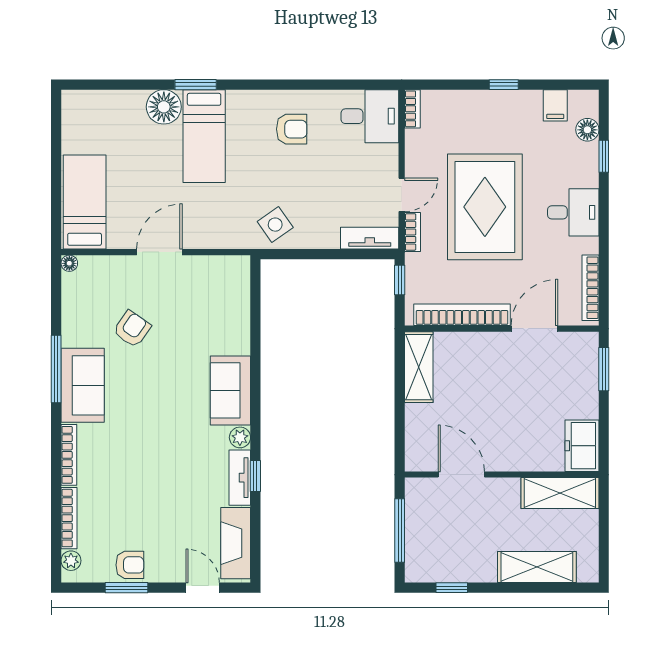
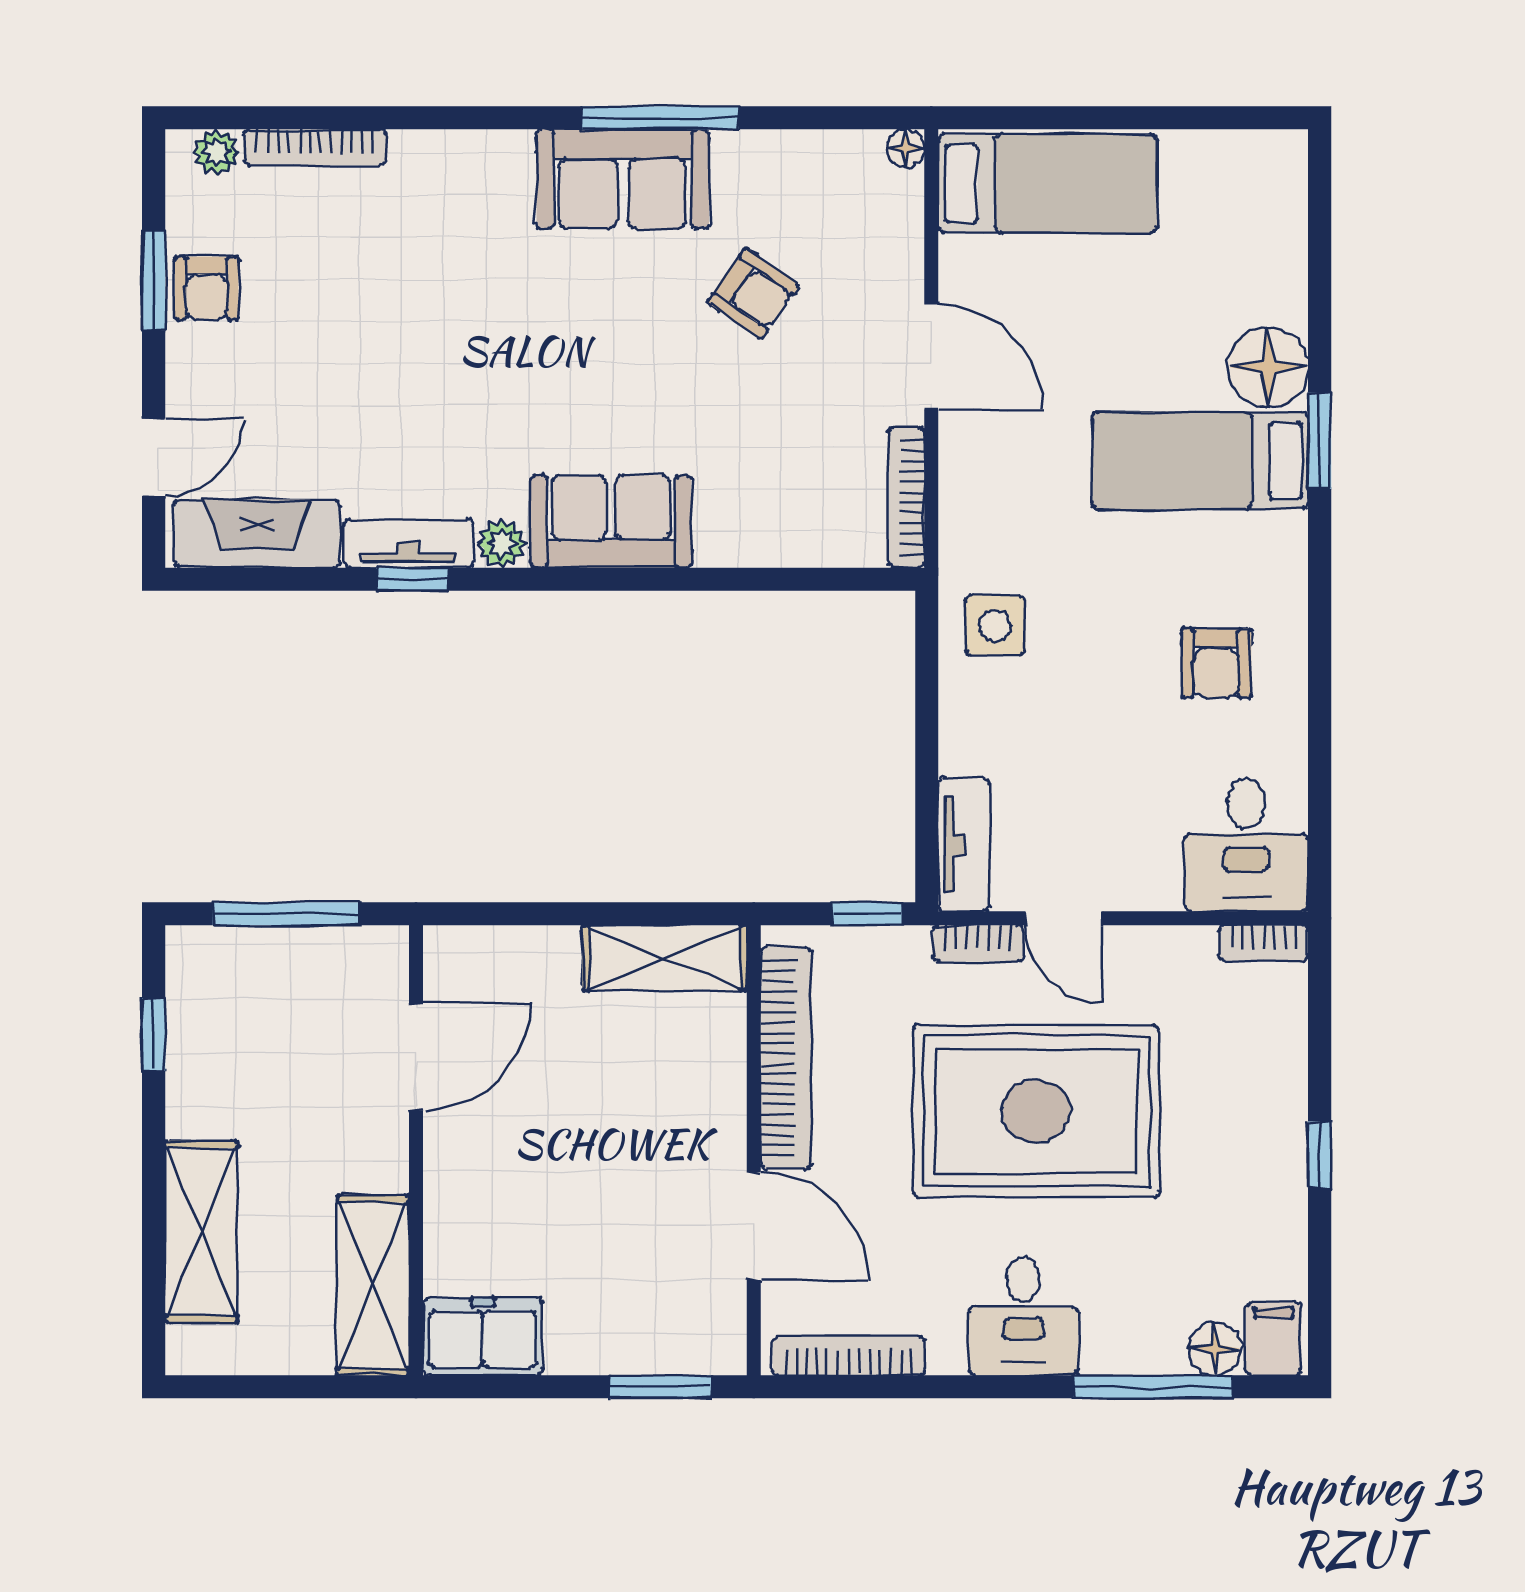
filing cabinet: (555, 105) -> (1273, 1339), moved, turned 90
window: (604, 156) -> (1153, 1387), width x2.17
side table: (275, 225) -> (995, 625), turned 35
bookcase: (69, 455) -> (906, 497), moved, turned 90

